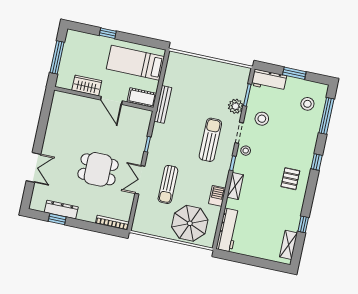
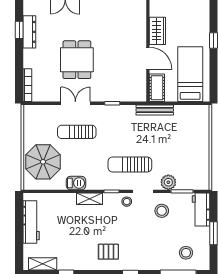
door: (111, 100) -> (148, 58), swing flipped
sun lounger: (210, 140) -> (130, 164), turned 180
workbench: (228, 230) -> (31, 222), moved, turned -90

